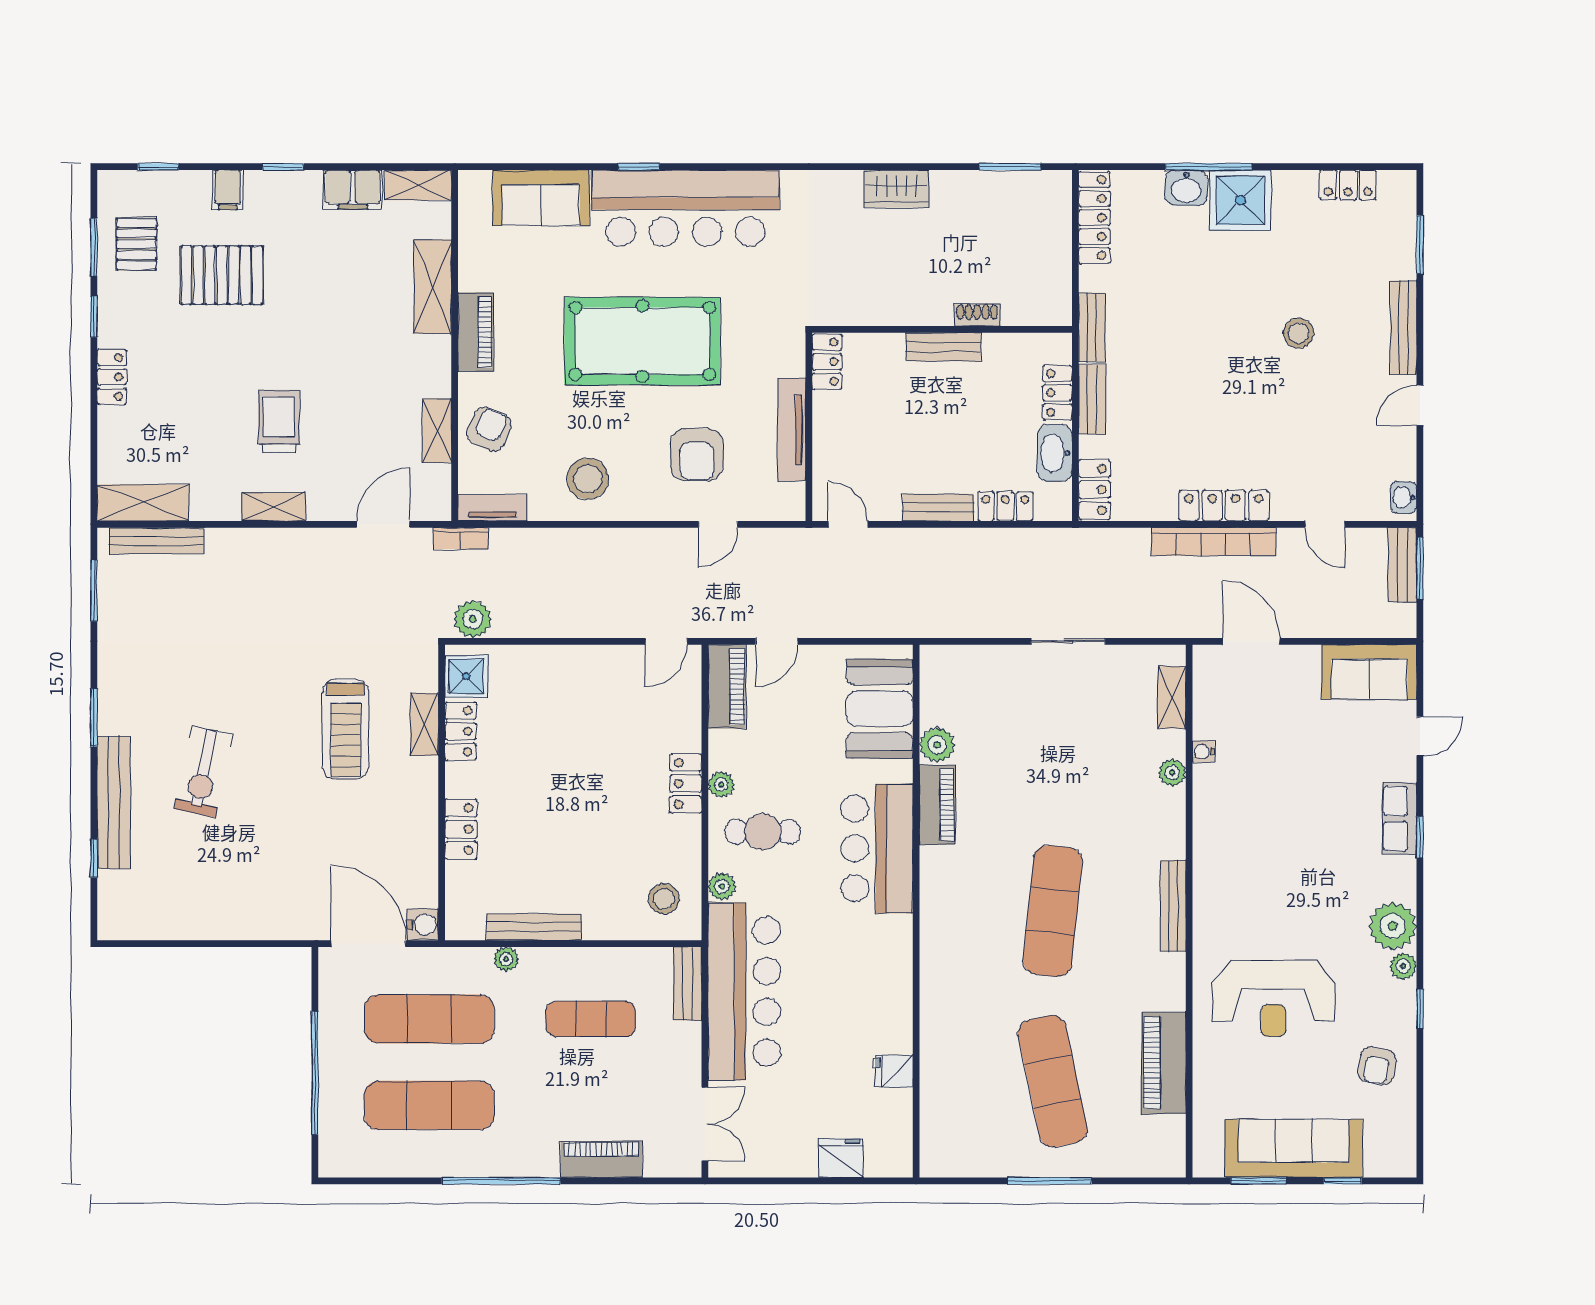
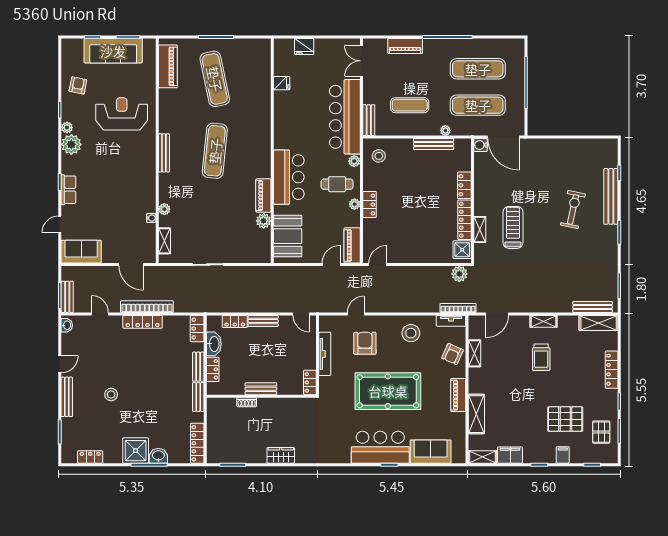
bar counter: (685, 208) -> (380, 447), width x0.73
locker: (112, 377) -> (612, 370), width x1.53
bookcase: (461, 538) -> (458, 308), width x1.56
locker: (461, 731) -> (465, 220), width x1.53
piano: (1164, 1063) -> (168, 66), moved

